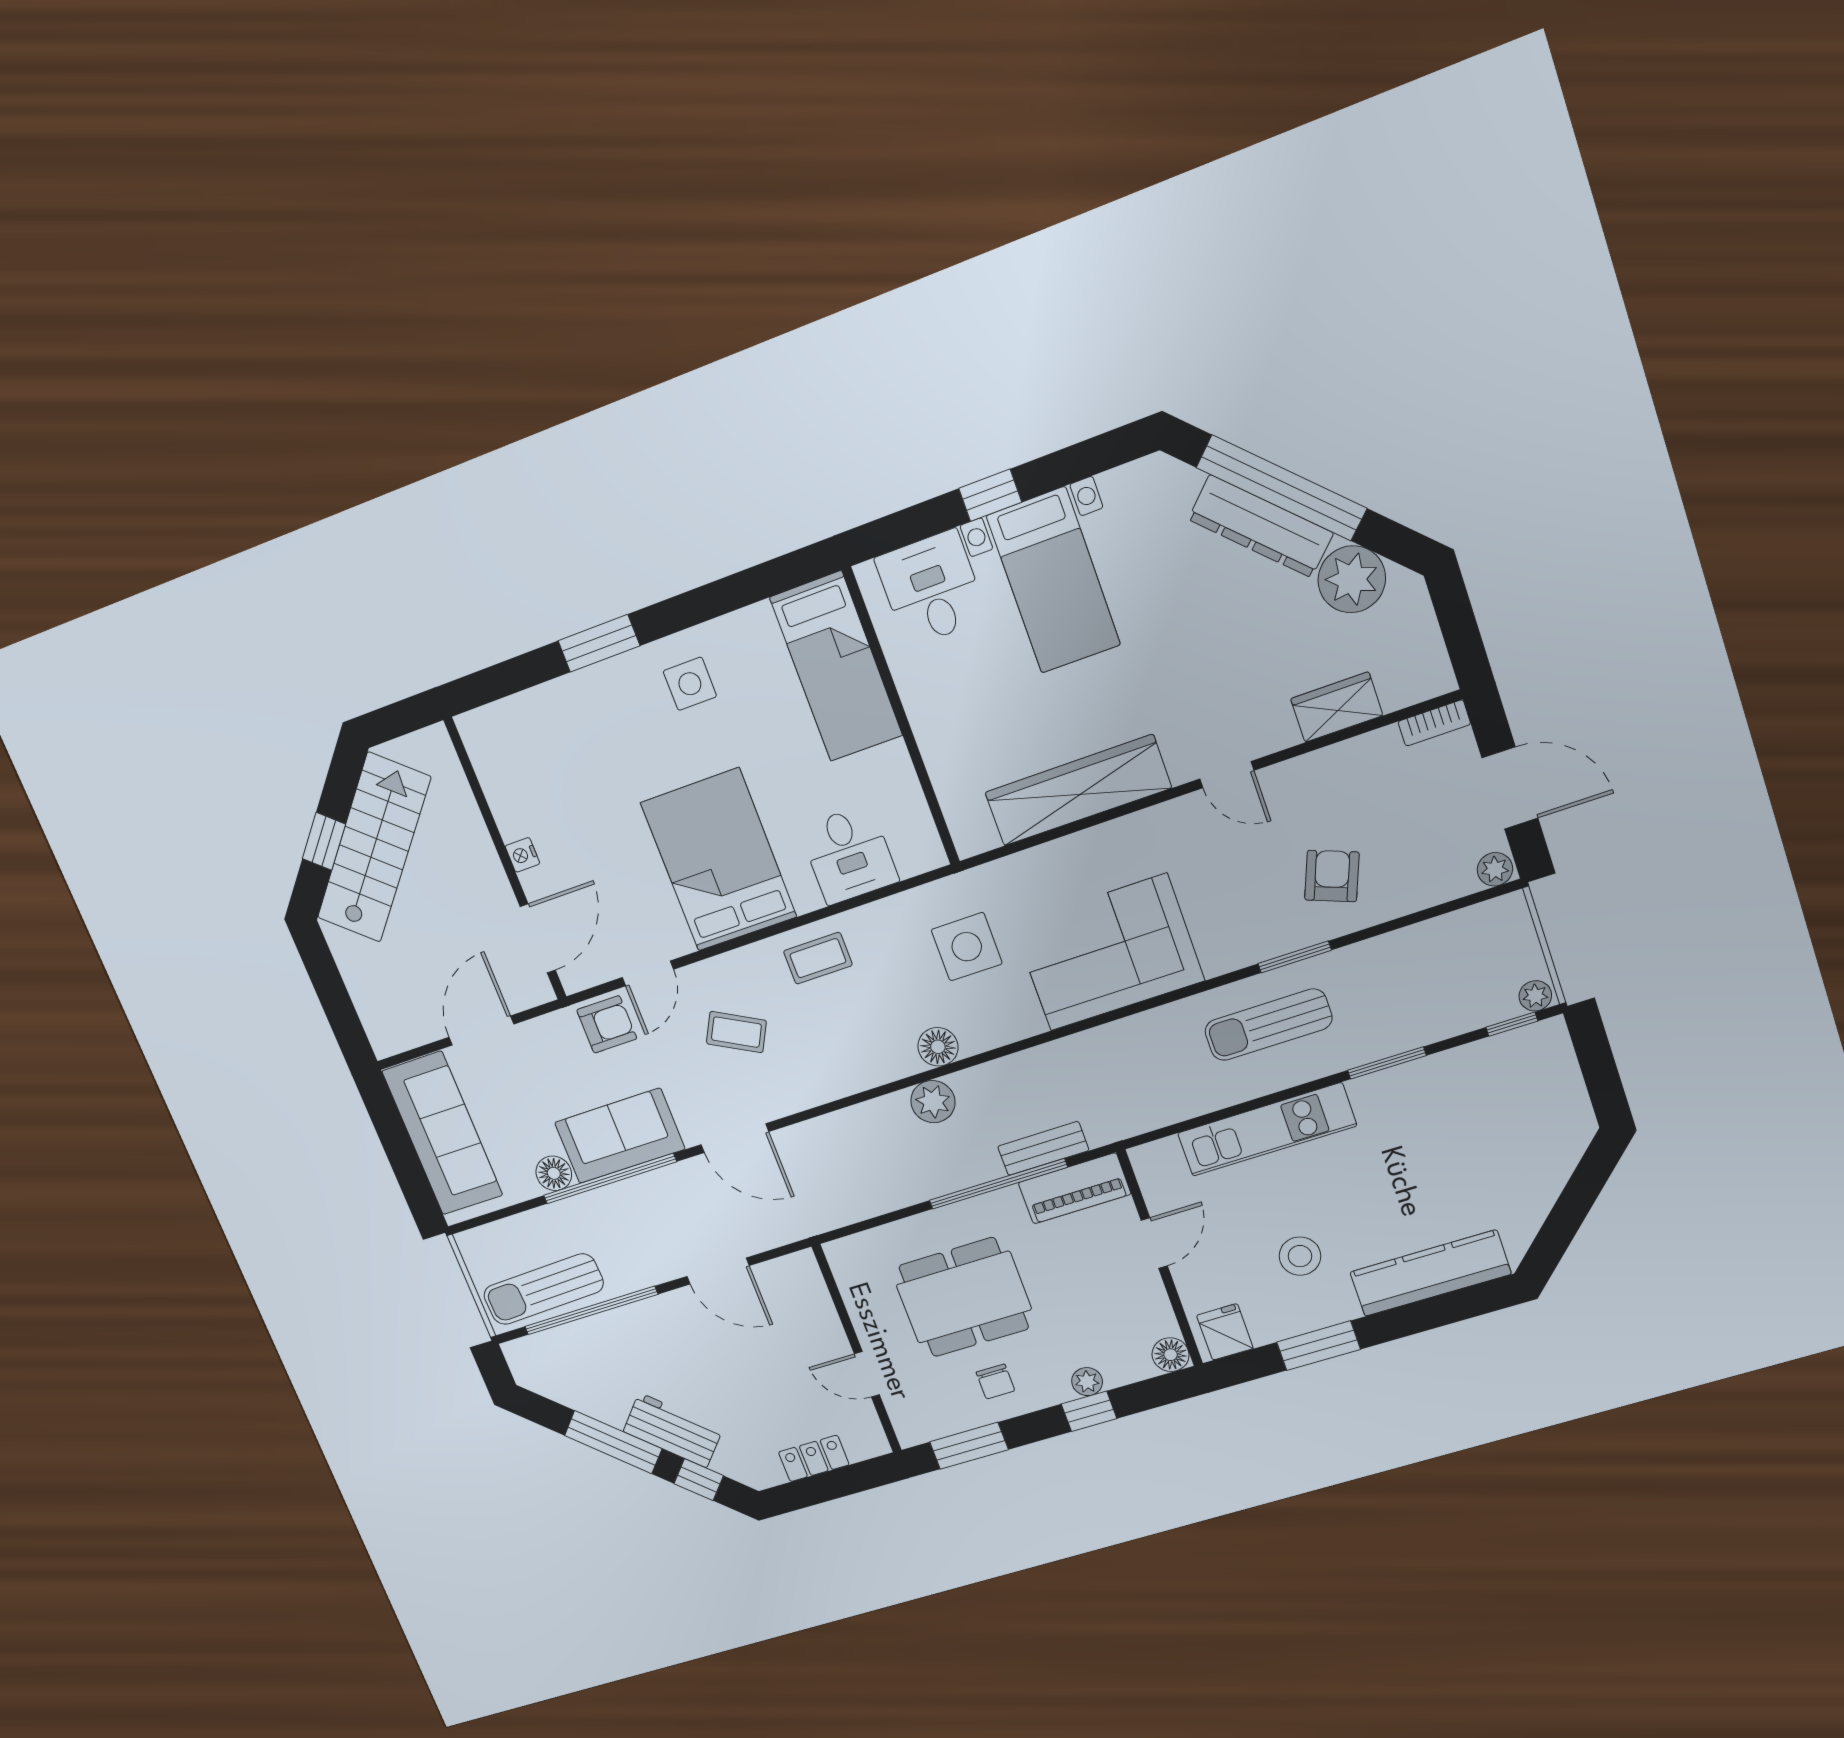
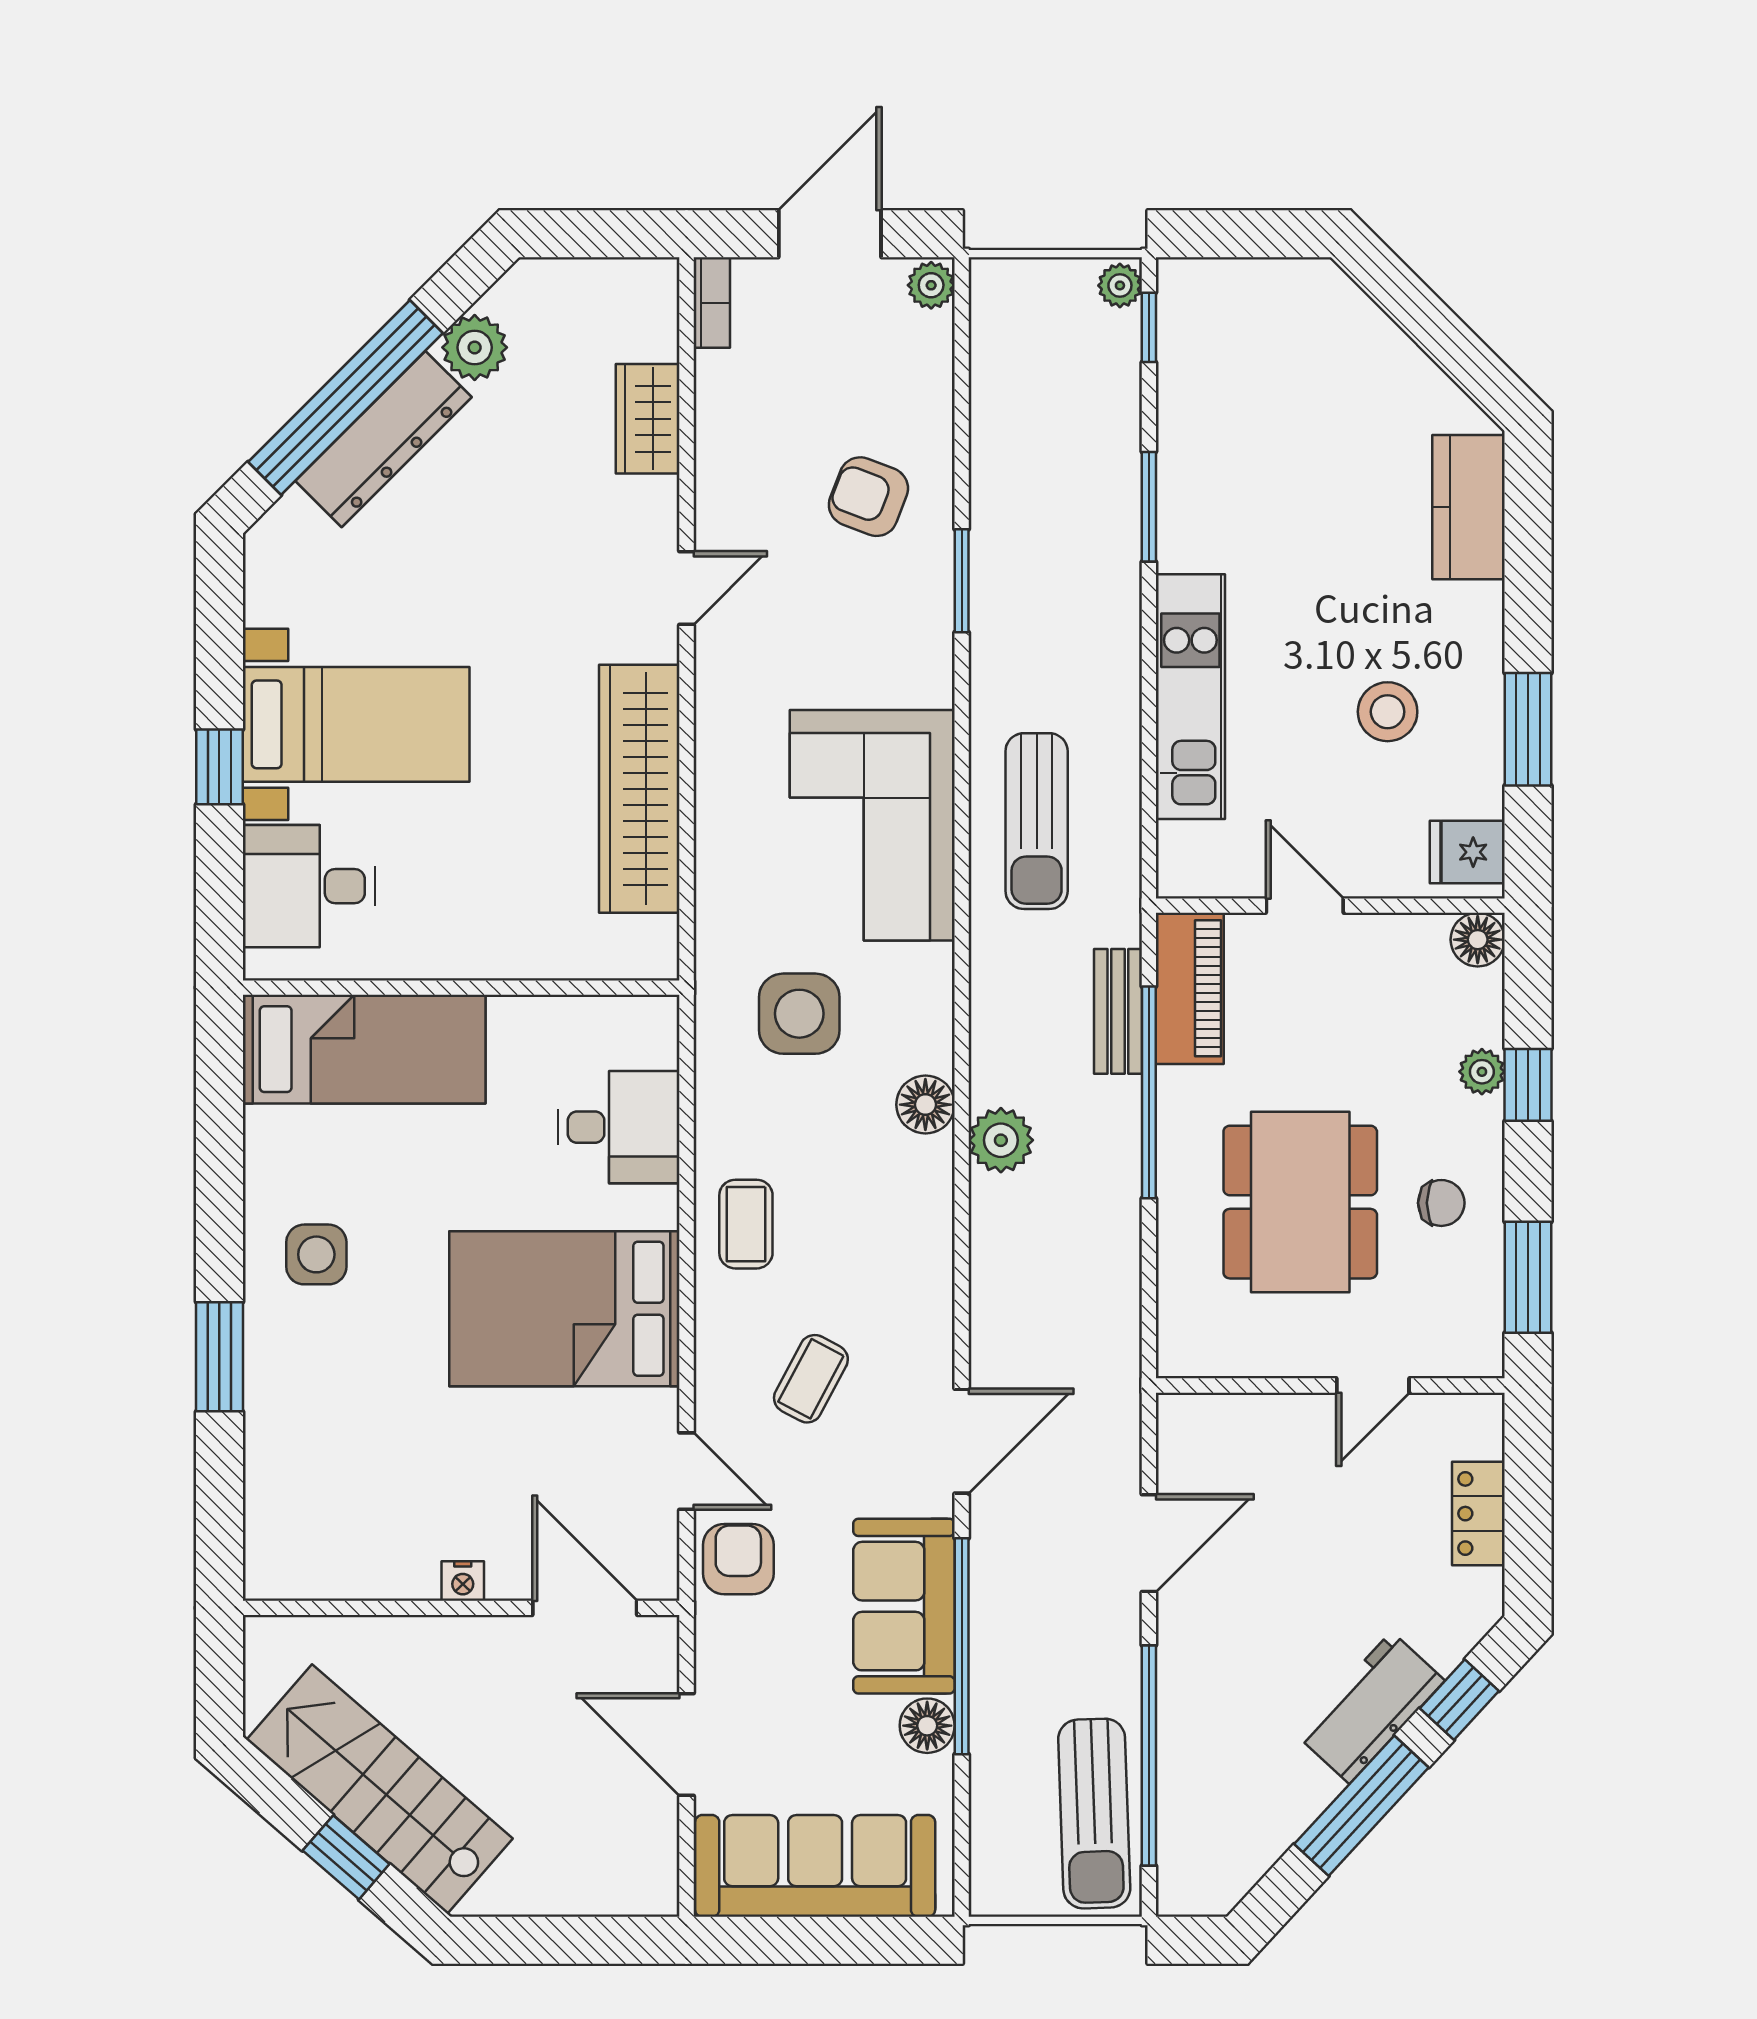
plant: (1352, 579) -> (475, 347), width x0.73, depth x0.73
sun lounger: (1268, 1025) -> (1037, 821), moved
kitchen counter: (1430, 1273) -> (1469, 507), width x0.67

